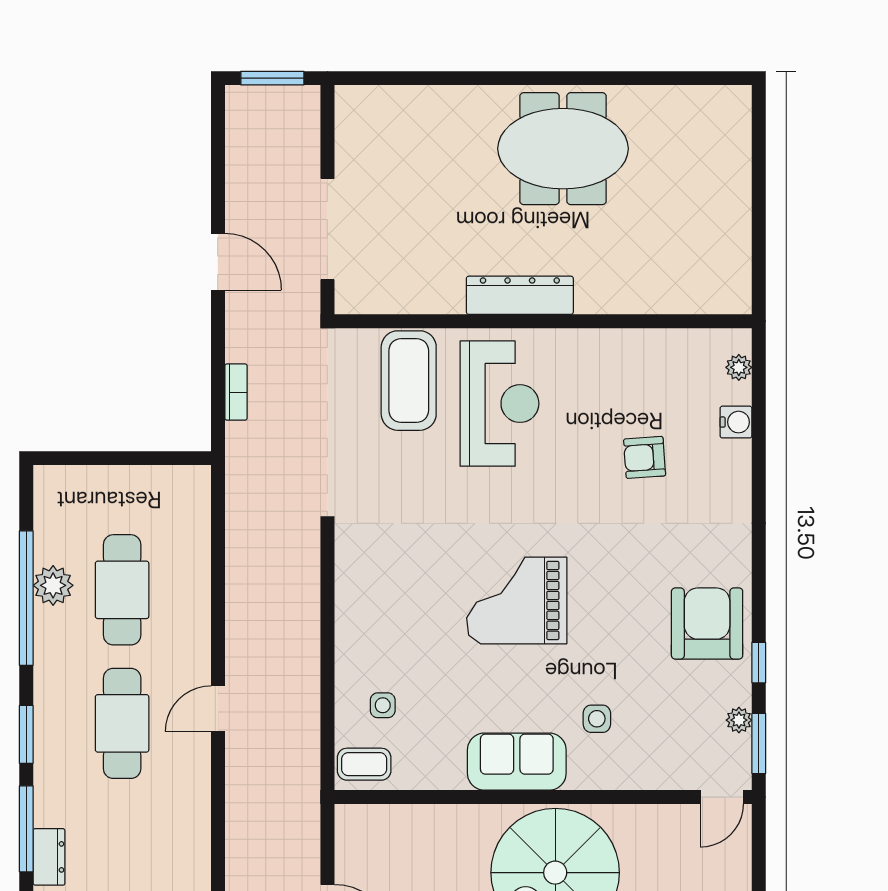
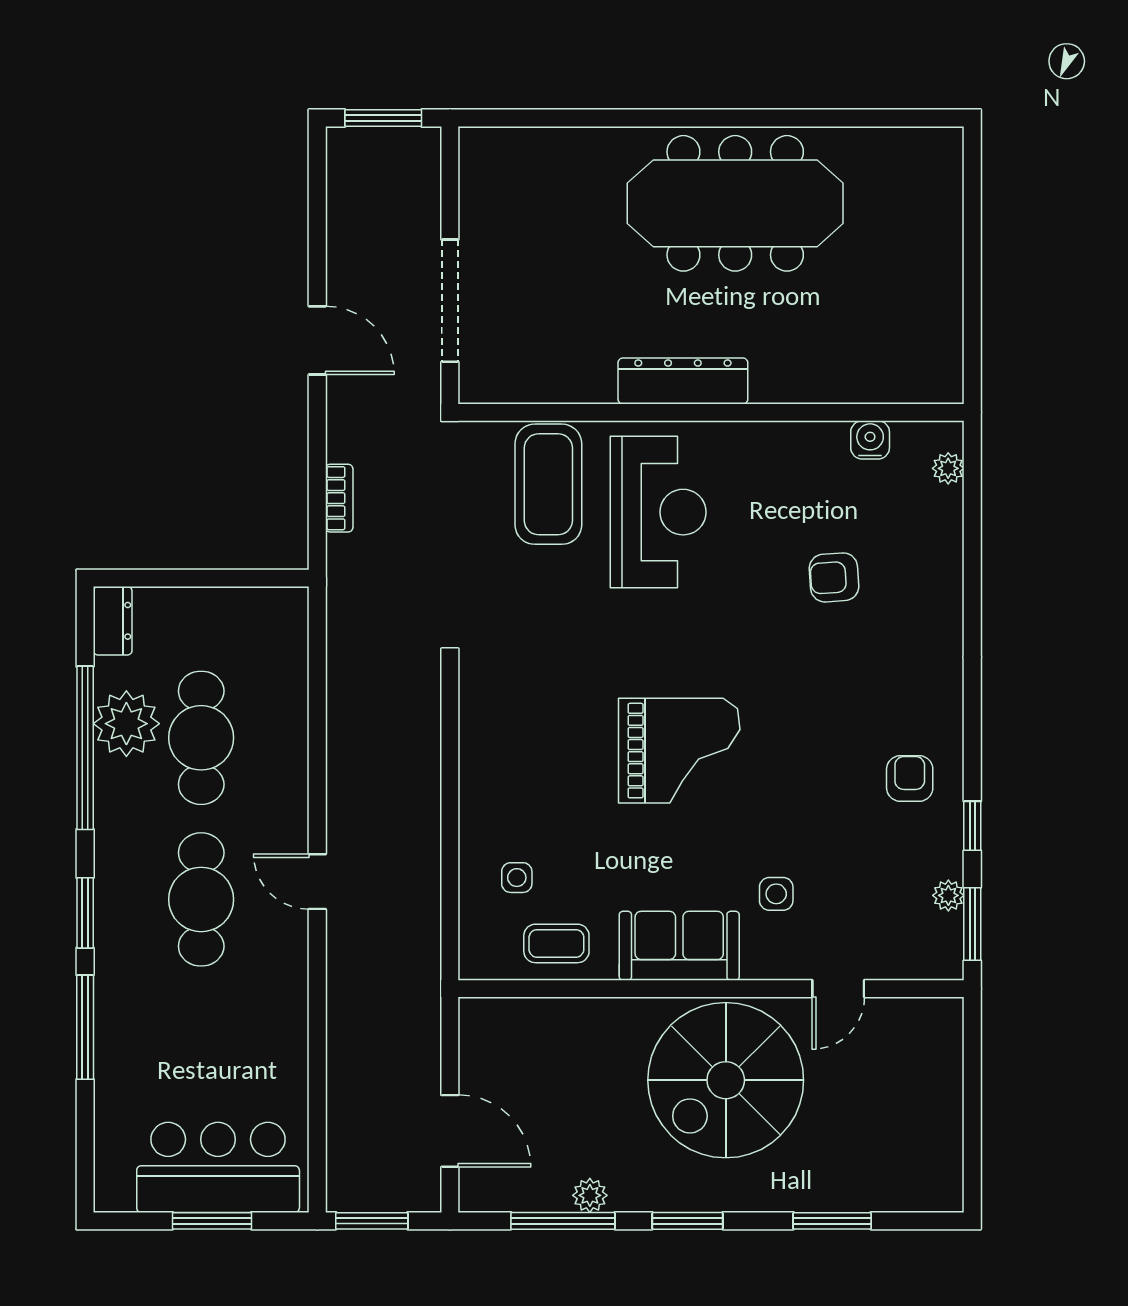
meeting table: (563, 149) -> (735, 203), width x1.36
water cooler: (736, 422) -> (870, 440), moved, turned -90
plant: (53, 585) -> (126, 724), width x1.36, depth x1.36
grand piano: (517, 600) -> (679, 751), turned 180
armchair: (707, 623) -> (910, 779), width x0.53, depth x0.53
door: (218, 709) -> (317, 882), hinge flipped
coffee table: (364, 764) -> (556, 943), moved
door: (722, 797) -> (838, 989), moved
dresser: (49, 857) -> (113, 621), moved

